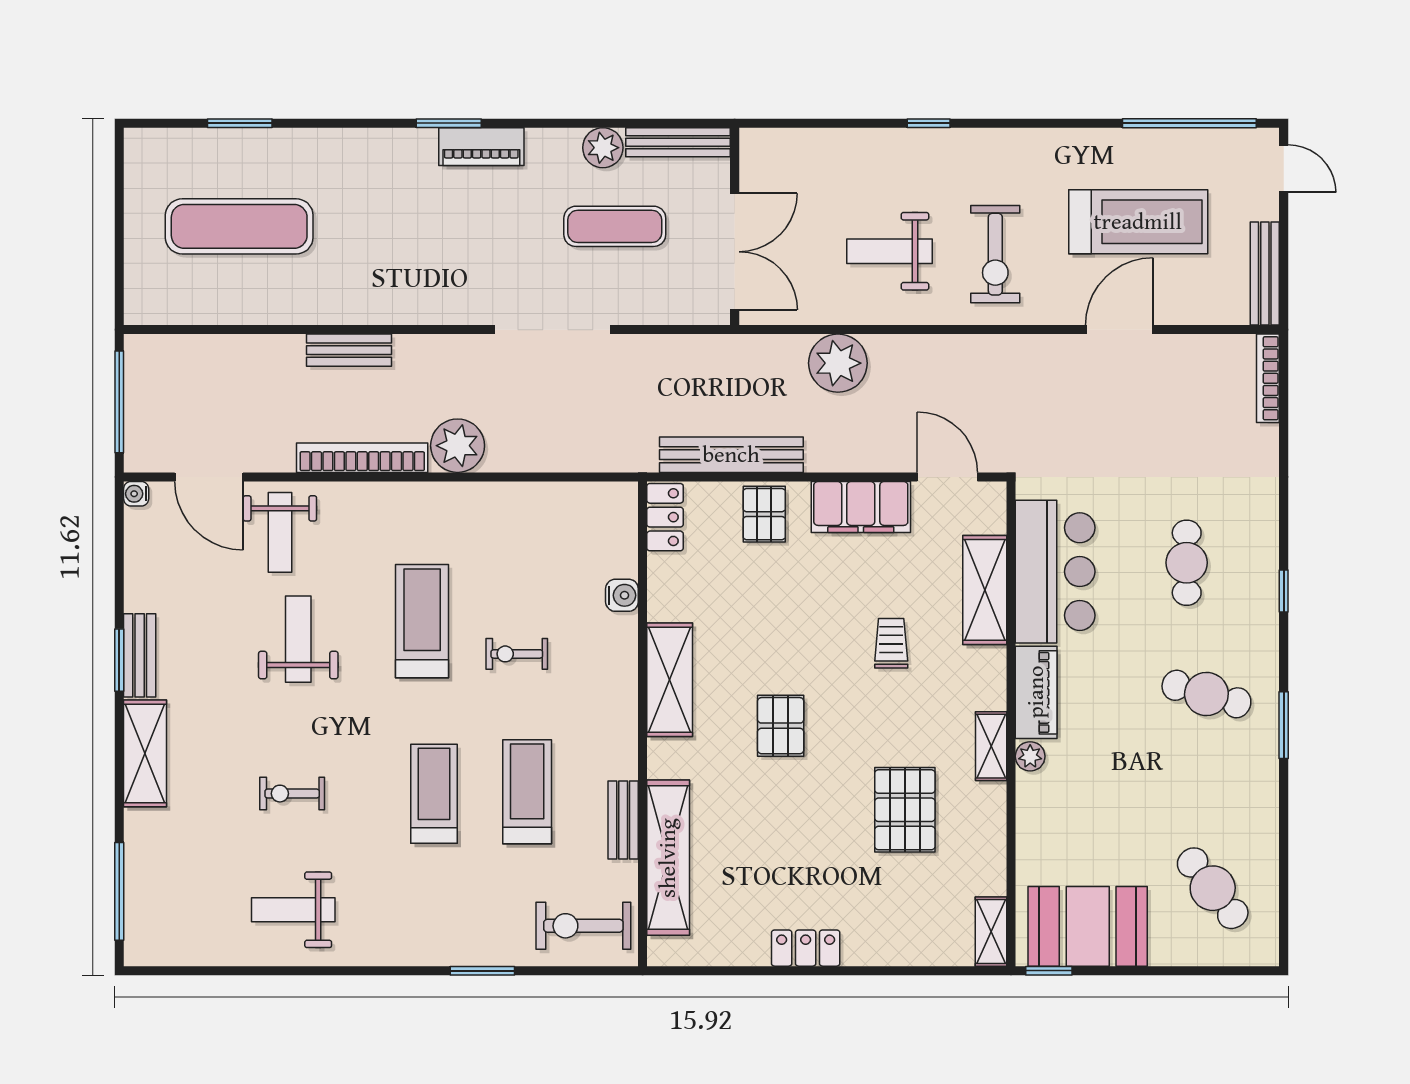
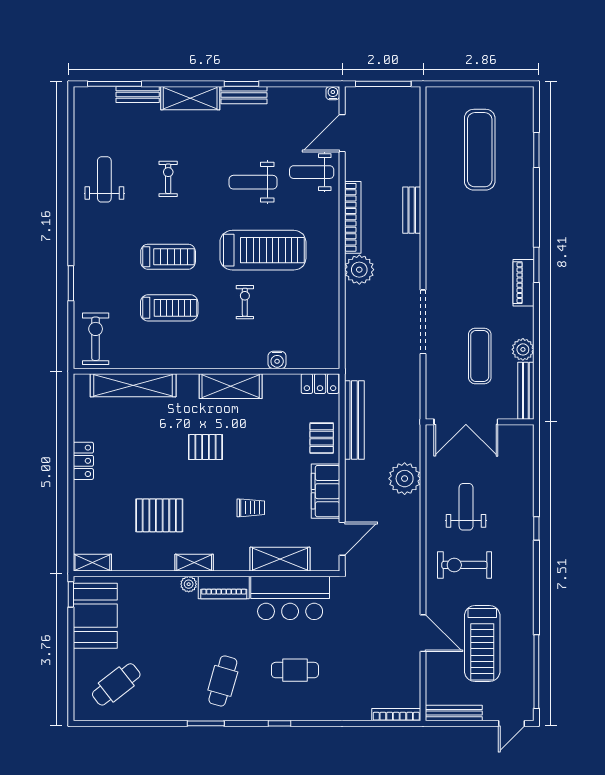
pallet: (764, 514) -> (322, 438), turned 90
treadmill: (422, 621) -> (263, 250), width x1.37, depth x1.38
weight bench: (298, 639) -> (253, 182), turned 180
bench: (623, 820) -> (138, 95), moved

